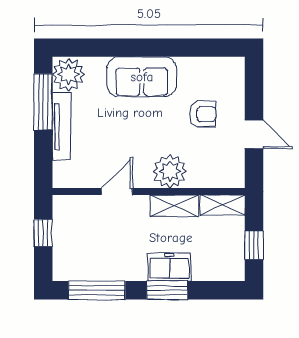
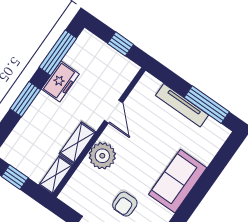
plant: (69, 74) -> (213, 134), removed
freezer: (169, 267) -> (60, 82), moved

